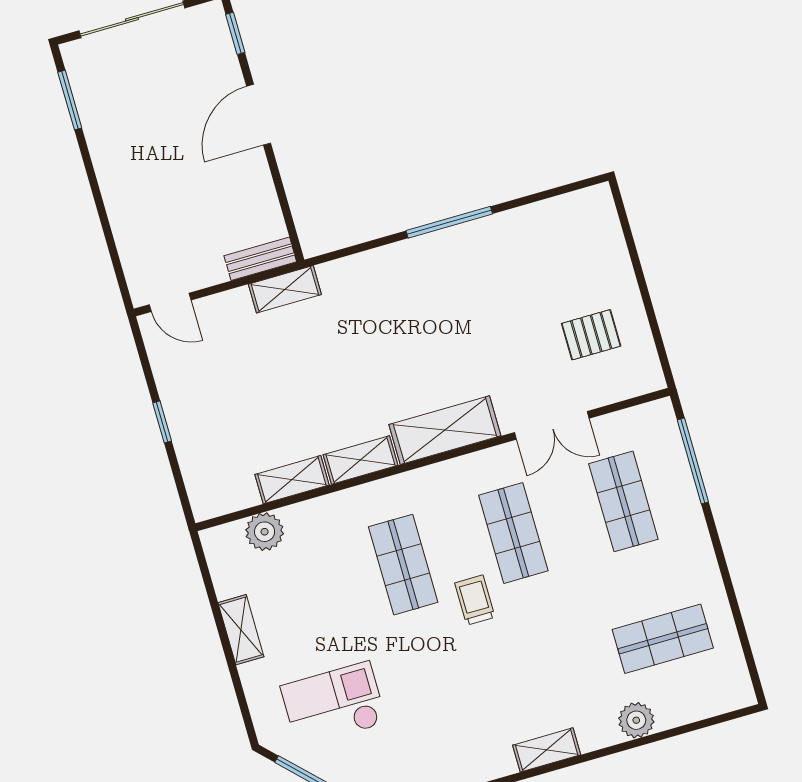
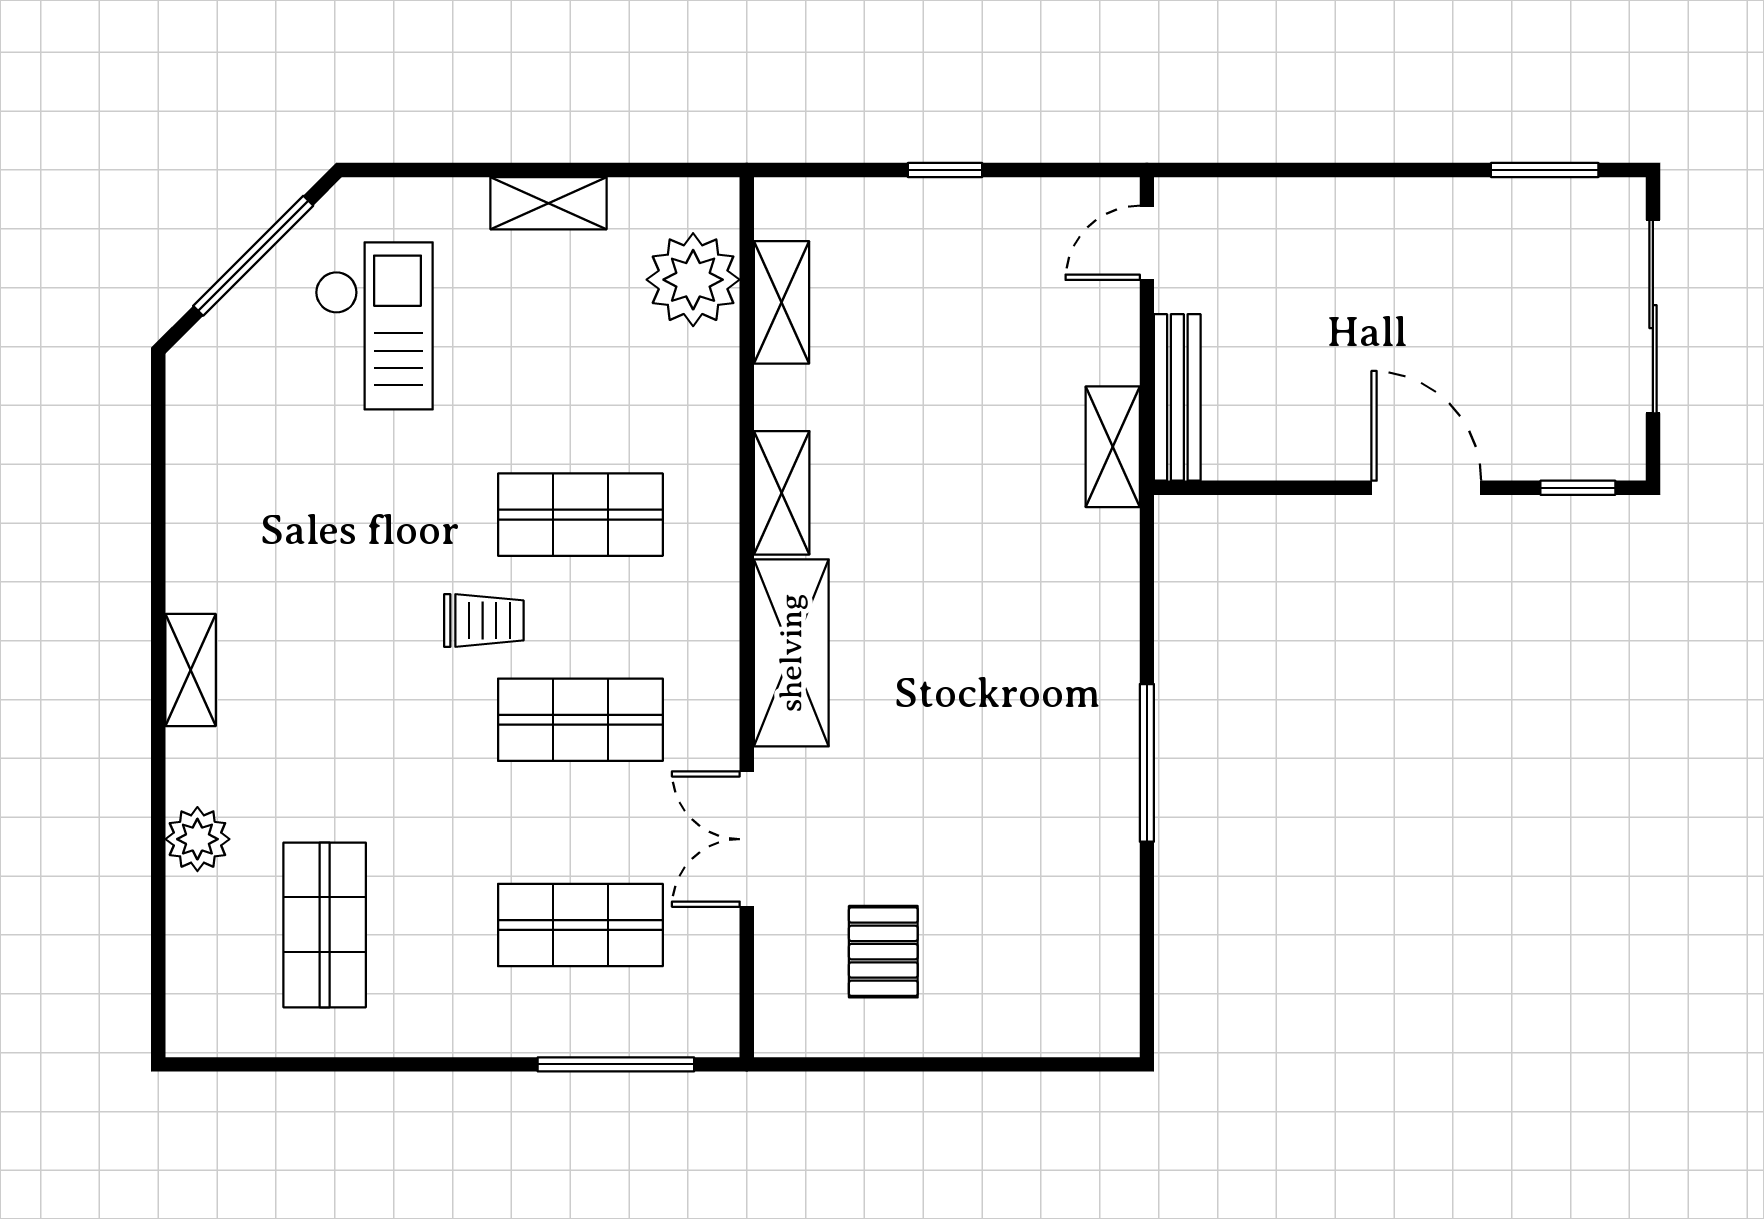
bench: (260, 259) -> (1177, 397), width x1.36
shelving: (292, 480) -> (781, 302), moved
plant: (265, 532) -> (693, 280), width x1.36, depth x1.36

